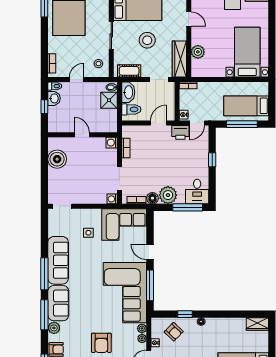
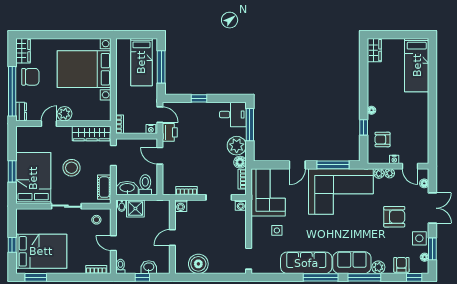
plant: (198, 52) -> (64, 114), moved
bed with nightstands: (247, 52) -> (84, 69), width x1.36
washbasin: (54, 98) -> (149, 267), moved
armchair: (174, 332) -> (382, 139), turned -134

